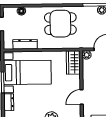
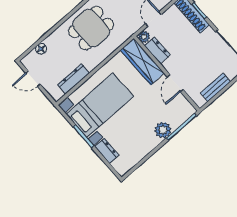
wardrobe: (73, 62) -> (142, 62), width x1.50
dresser: (88, 69) -> (157, 50), added

